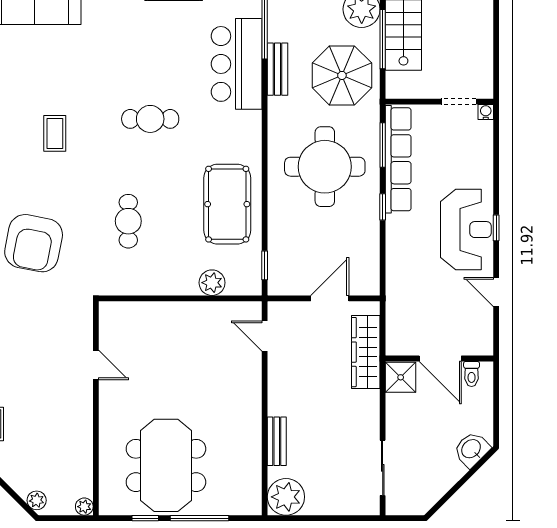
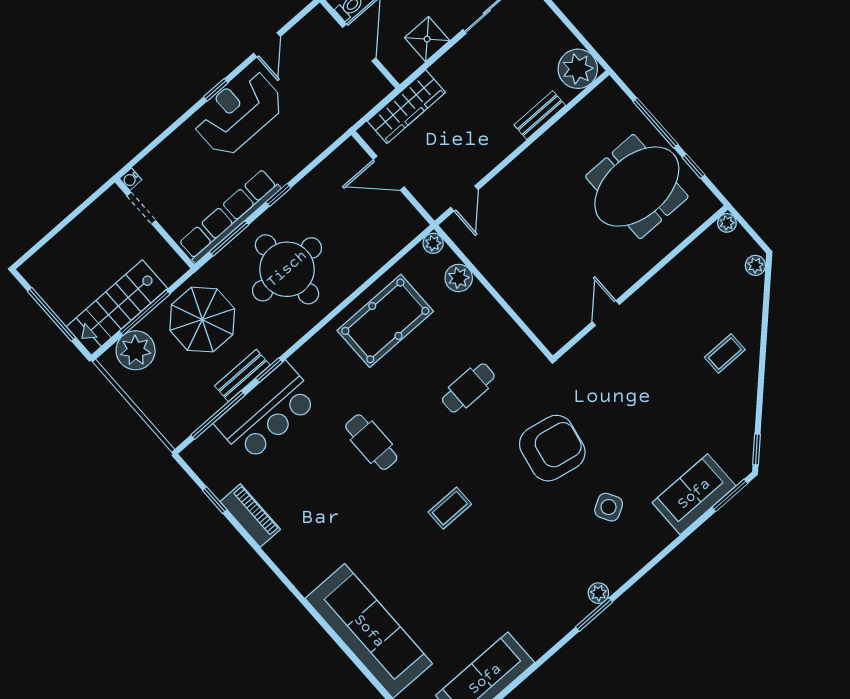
window: (265, 265) -> (269, 370), moved
plant: (252, 286) -> (433, 243), added
shower: (401, 377) -> (427, 39), moved

